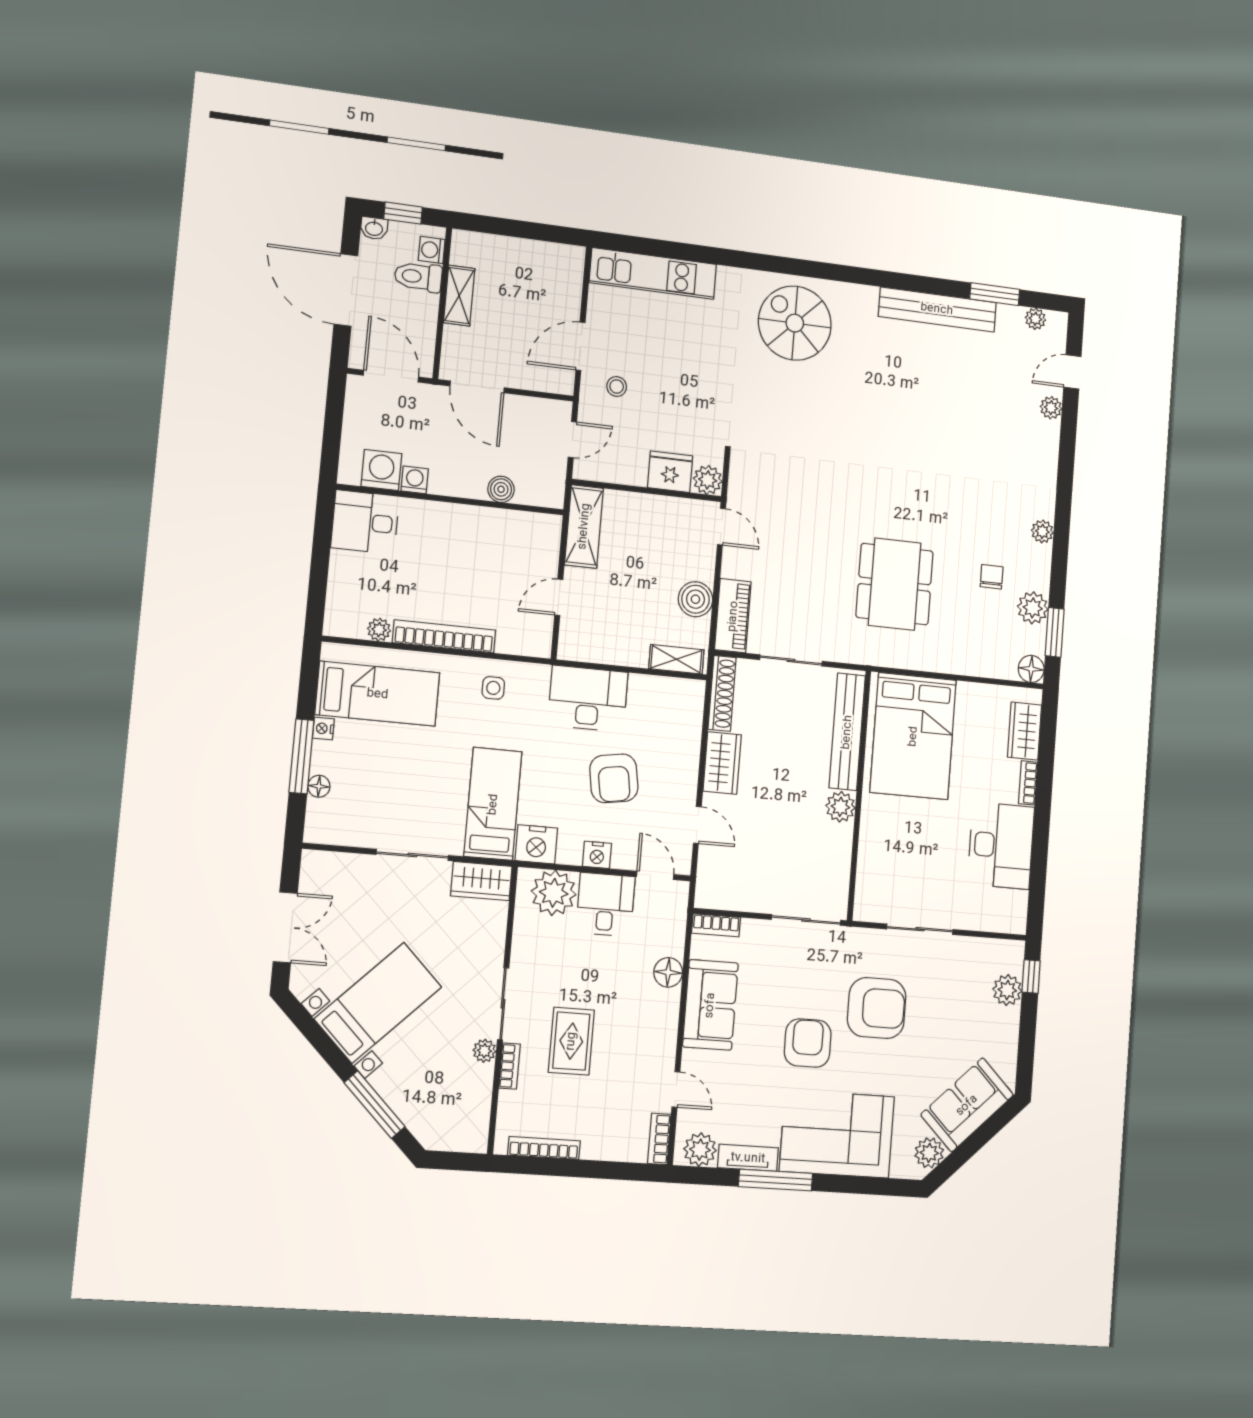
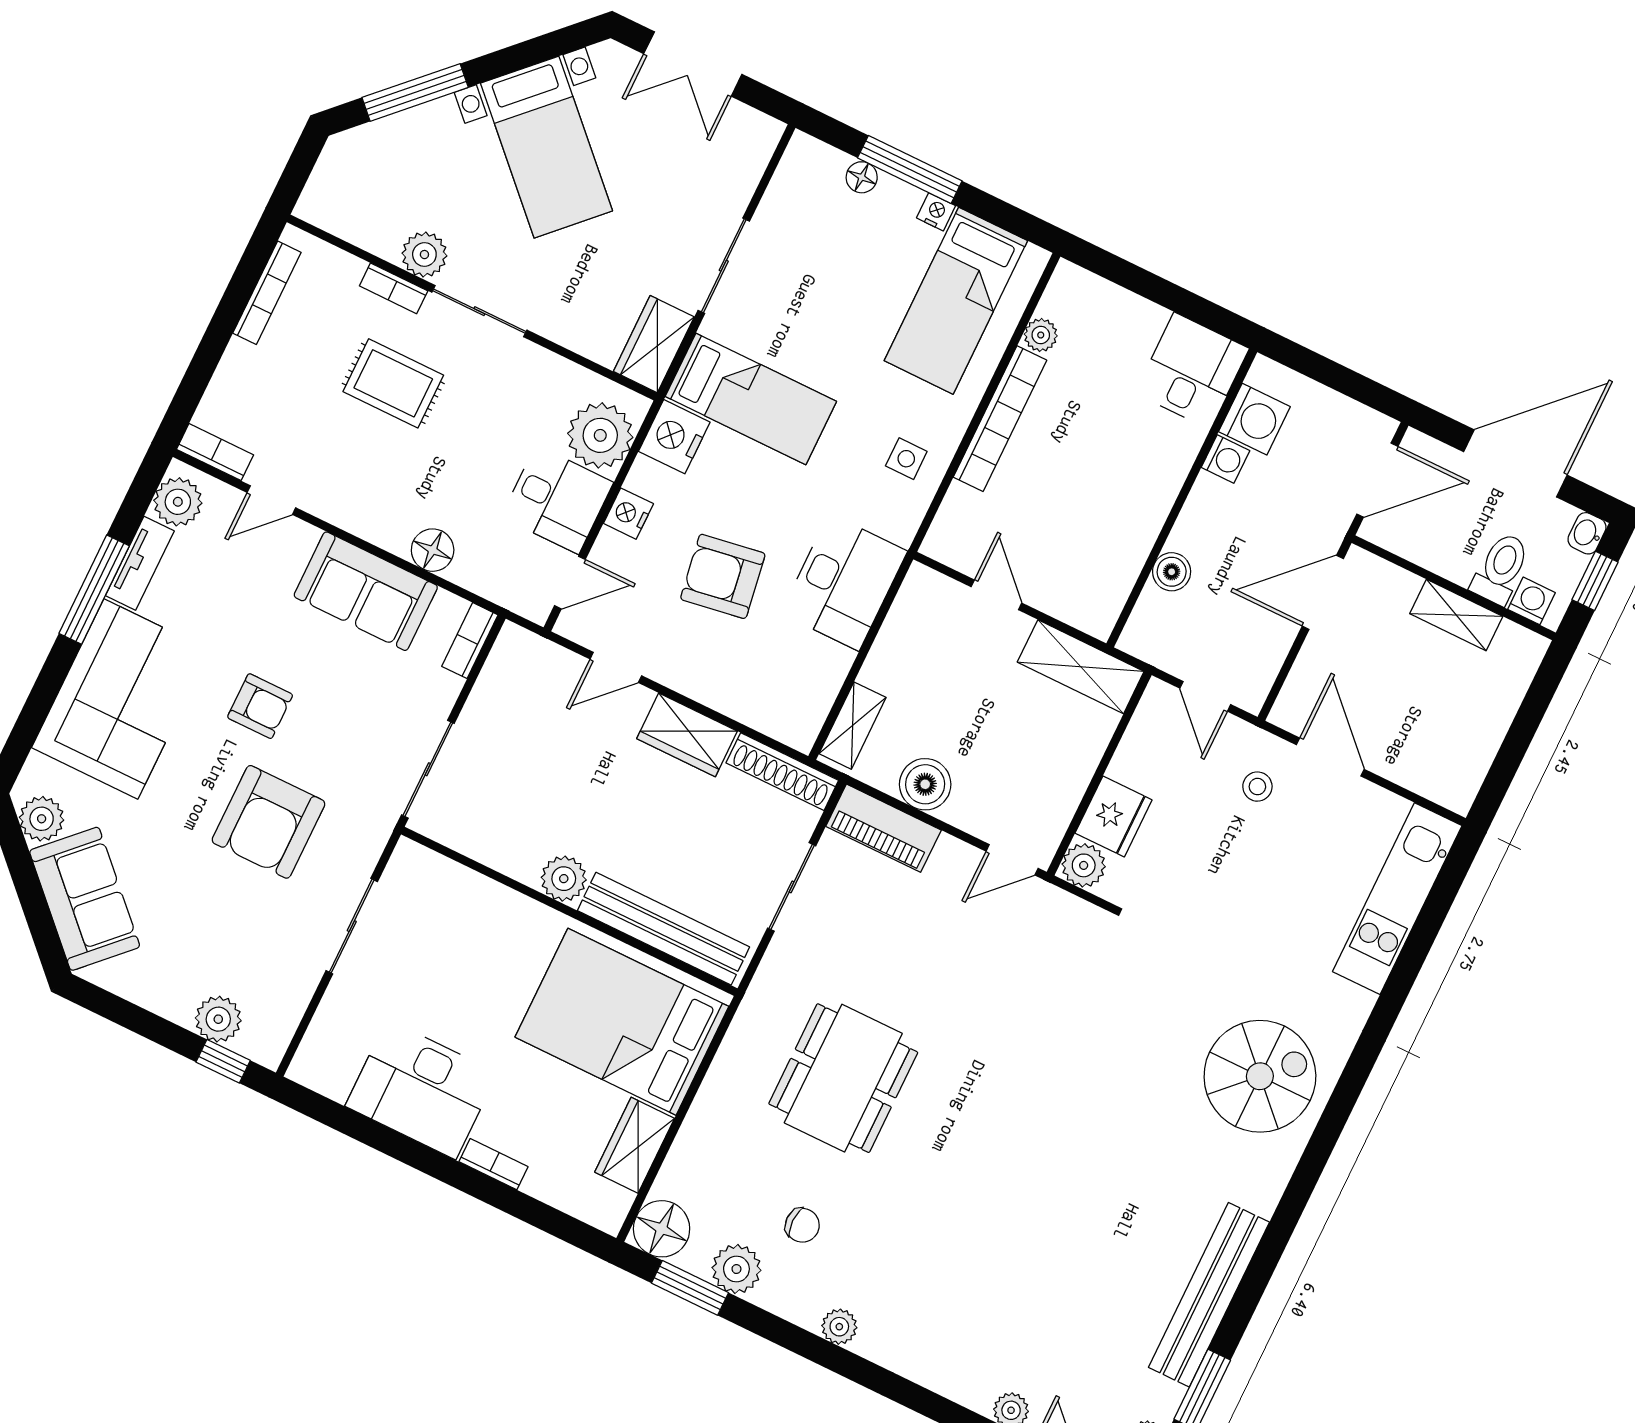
dining table: (895, 584) -> (843, 1078), turned 90
floor lamp: (1031, 669) -> (662, 1229), width x1.38, depth x1.38
wardrobe: (1025, 731) -> (635, 1145), moved, turned -90
armchair: (808, 1043) -> (260, 706), width x0.72, depth x0.72
plant: (484, 1051) -> (424, 255), width x1.38, depth x1.38

